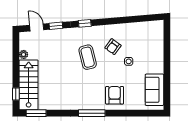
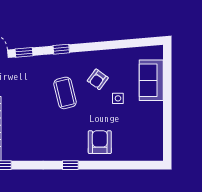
sofa: (154, 90) -> (151, 80), moved
window: (92, 113) -> (70, 165), width x0.46

